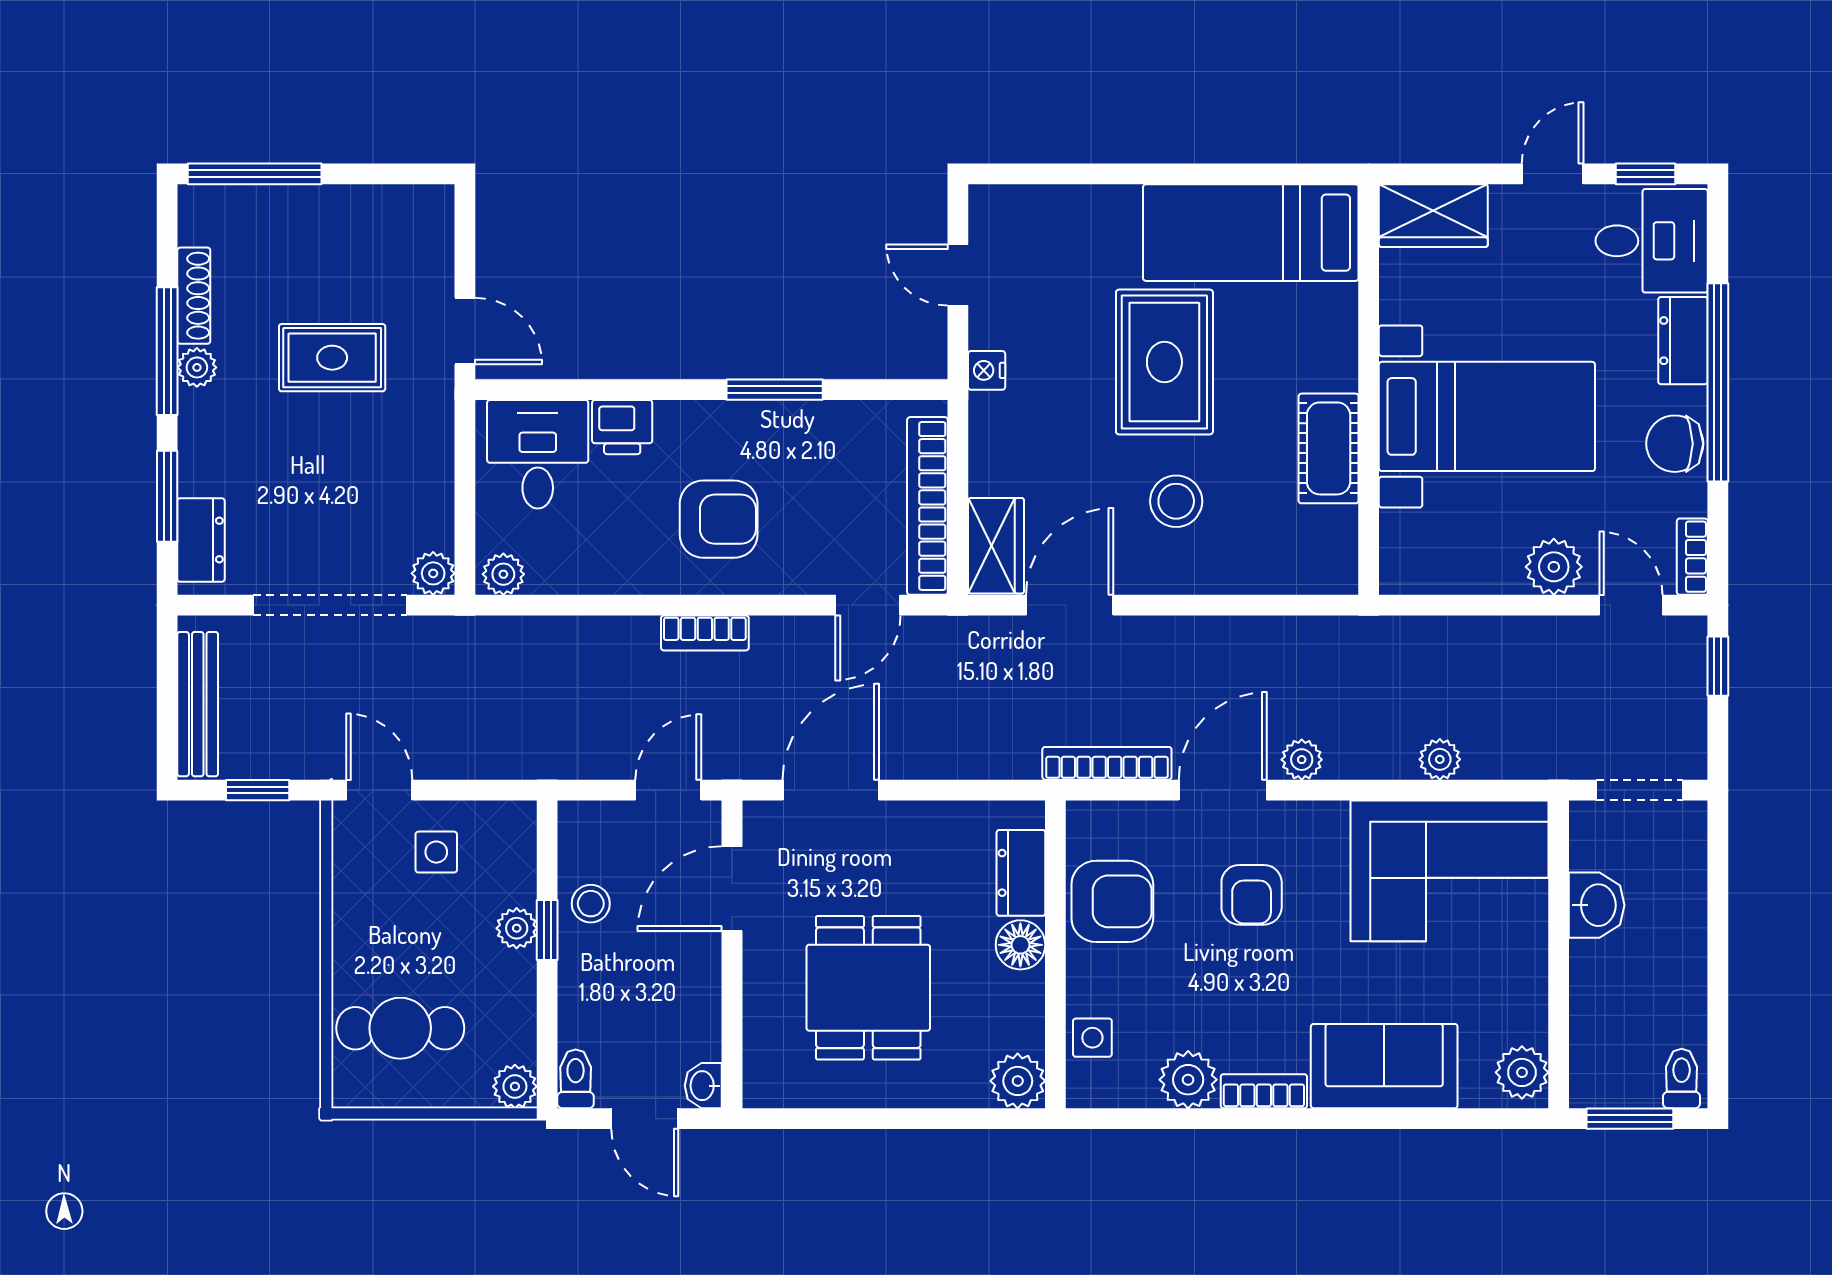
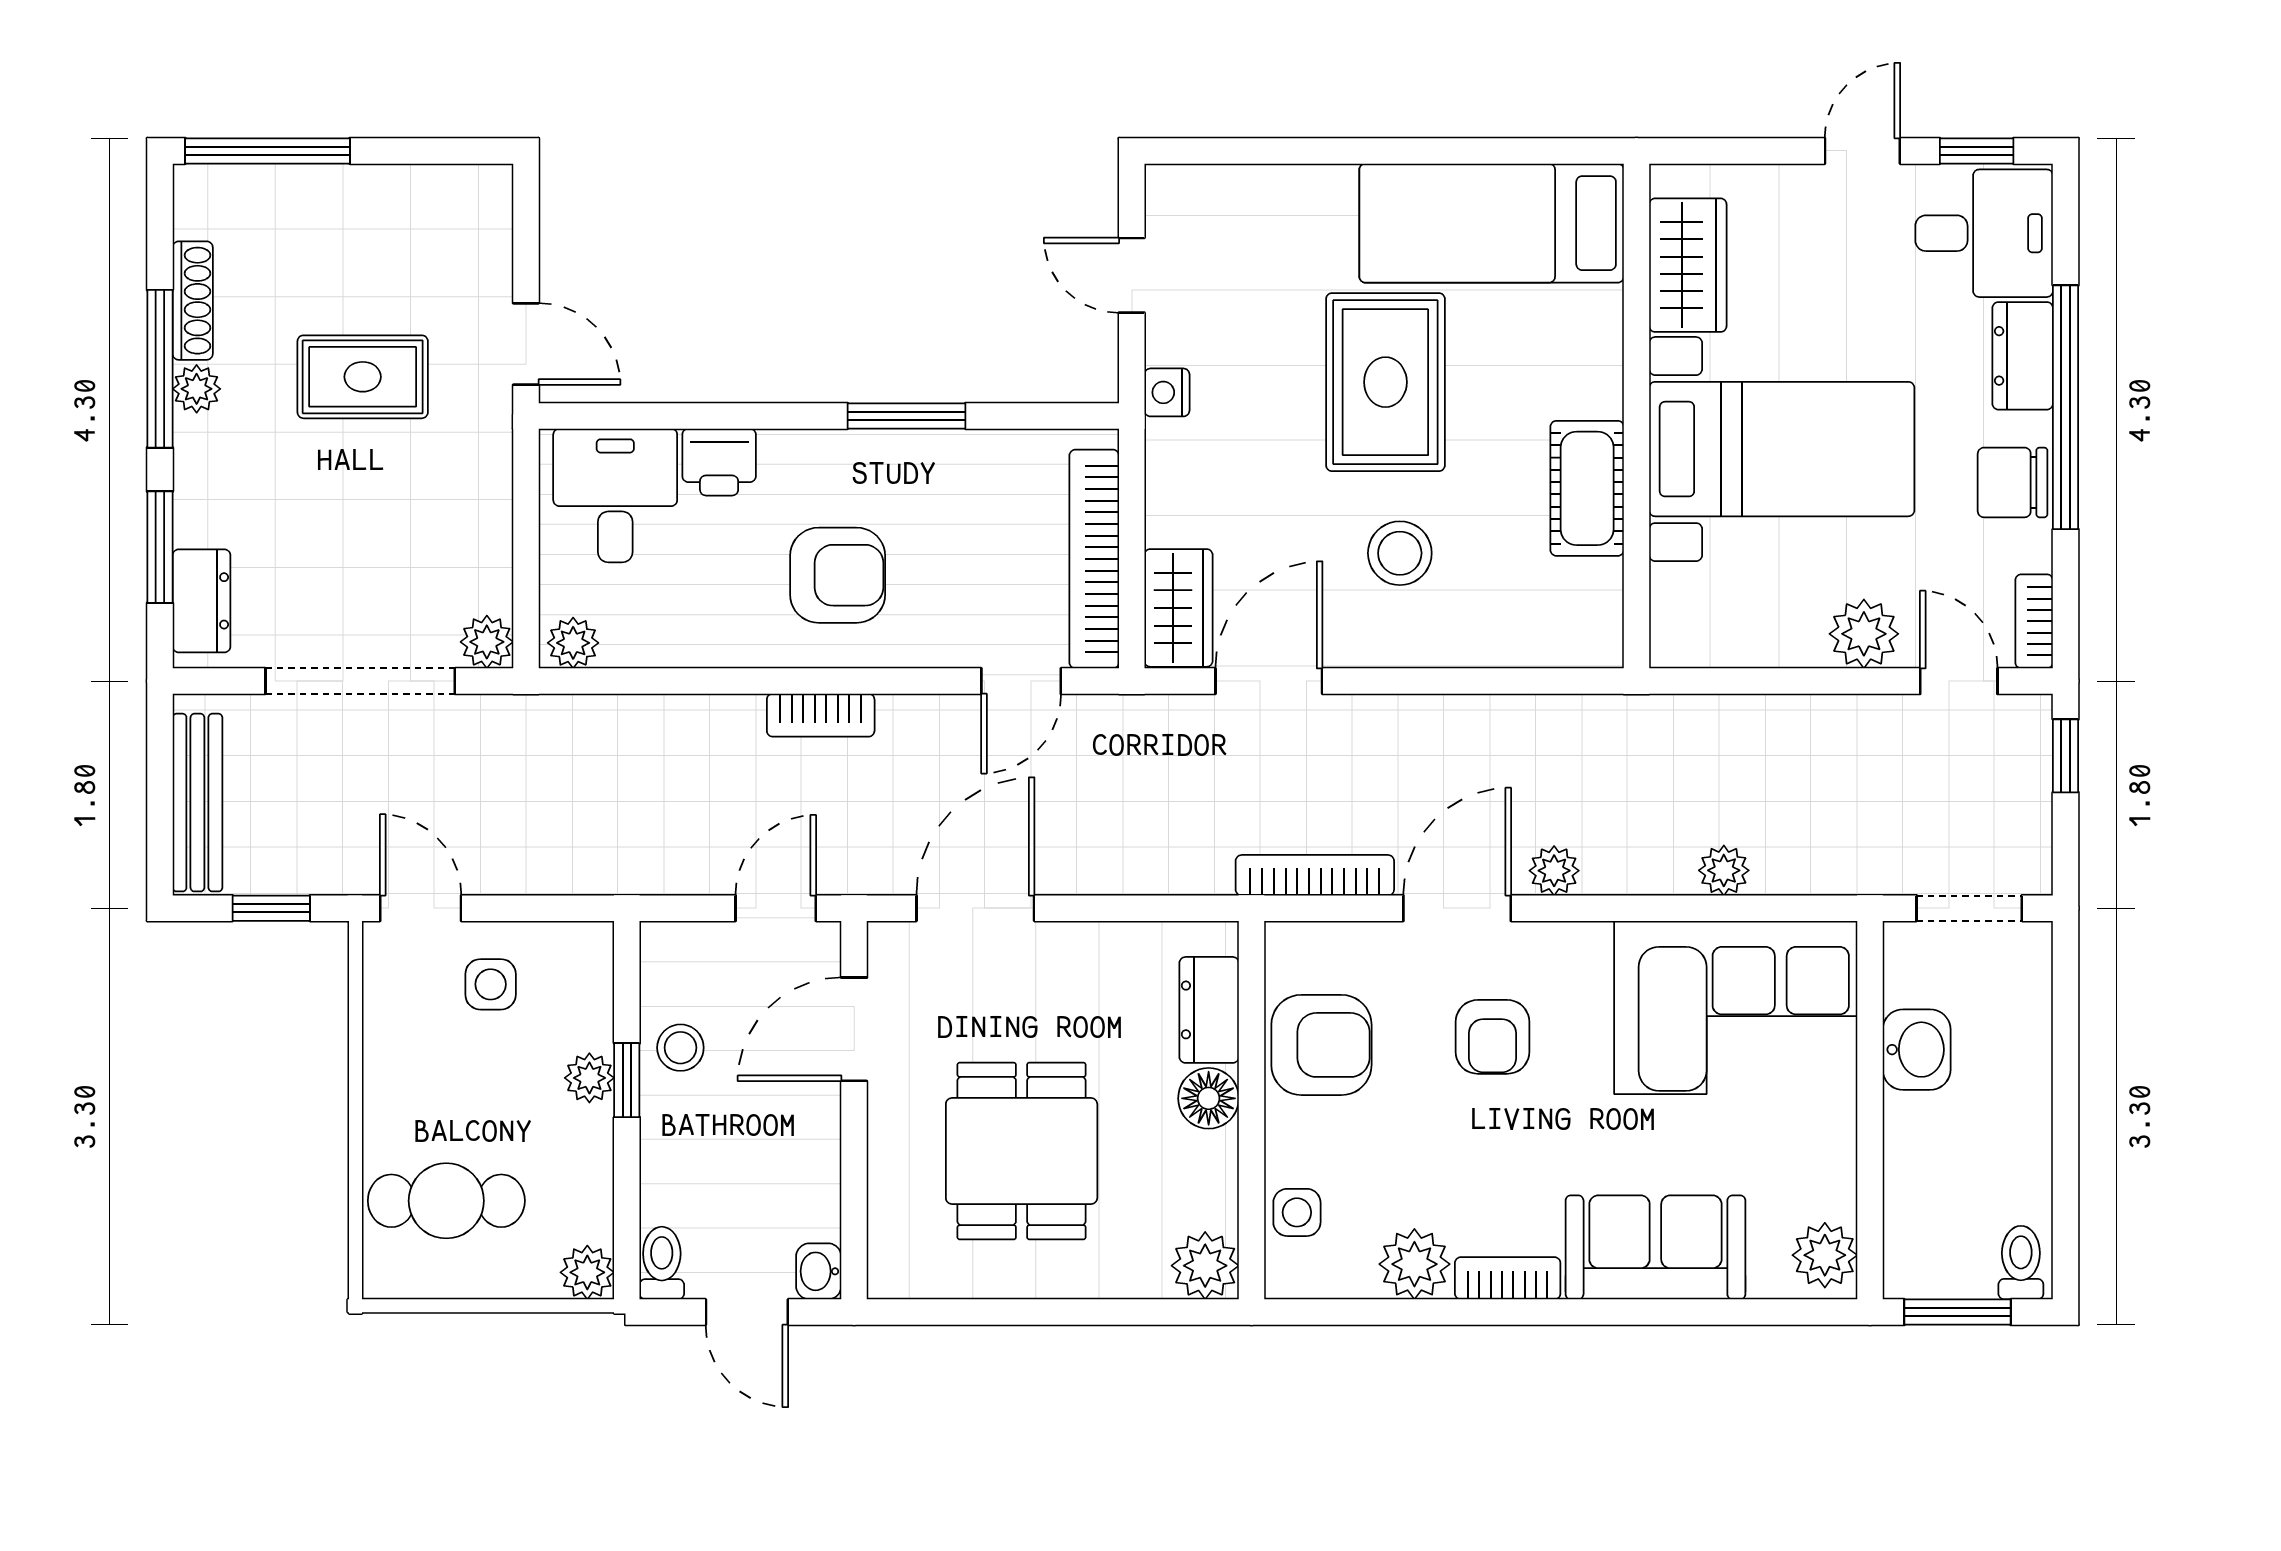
wardrobe: (1433, 216) -> (1688, 265), moved, turned -90

